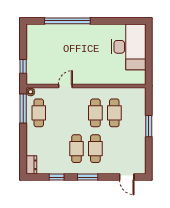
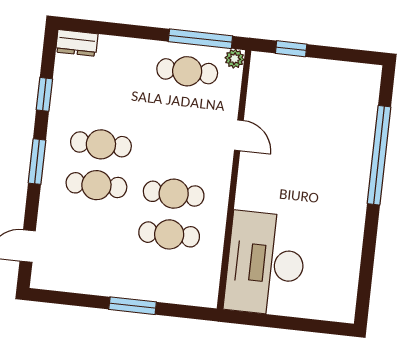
desk: (129, 47) -> (266, 264), moved, turned 90

